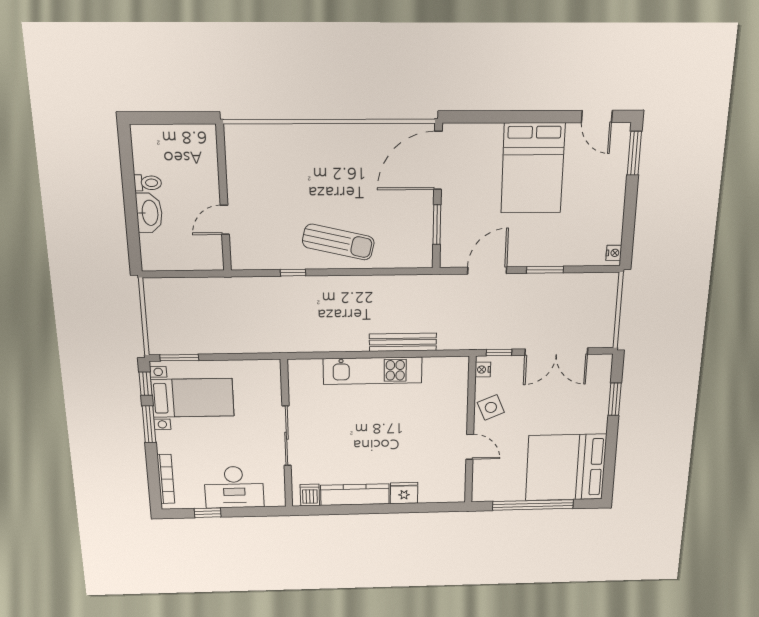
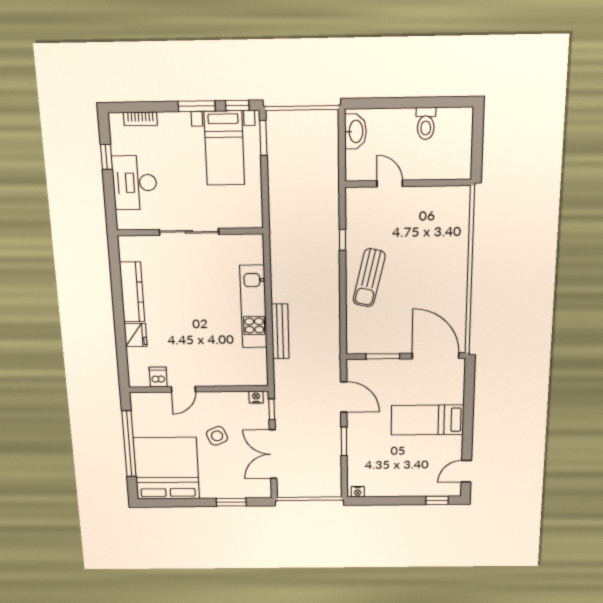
window: (634, 153) -> (437, 500), width x0.67
bed: (533, 168) -> (428, 420), width x0.67
toilet: (148, 183) -> (426, 124), width x1.37, depth x1.39
washbasin: (149, 213) -> (355, 131), moved, turned -90
side table: (491, 407) -> (217, 436), moved
bookcase: (166, 479) -> (140, 119), width x0.64
dishwasher: (310, 495) -> (158, 377), moved, turned -90

